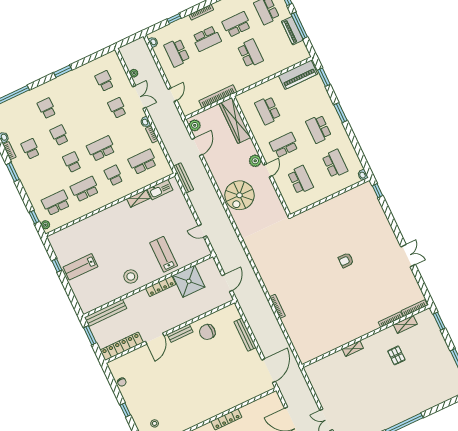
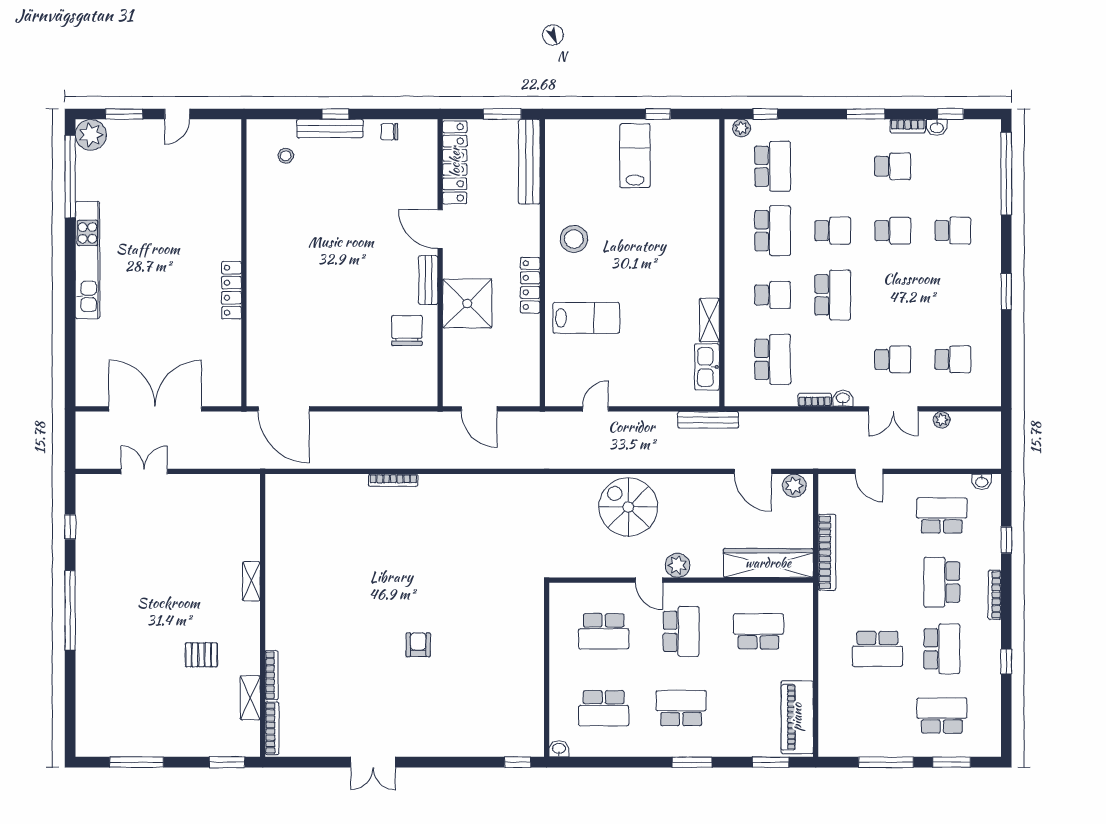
piano: (292, 31) -> (882, 745), removed
shower: (189, 281) -> (467, 304), moved
bench: (245, 335) -> (330, 129), moved

